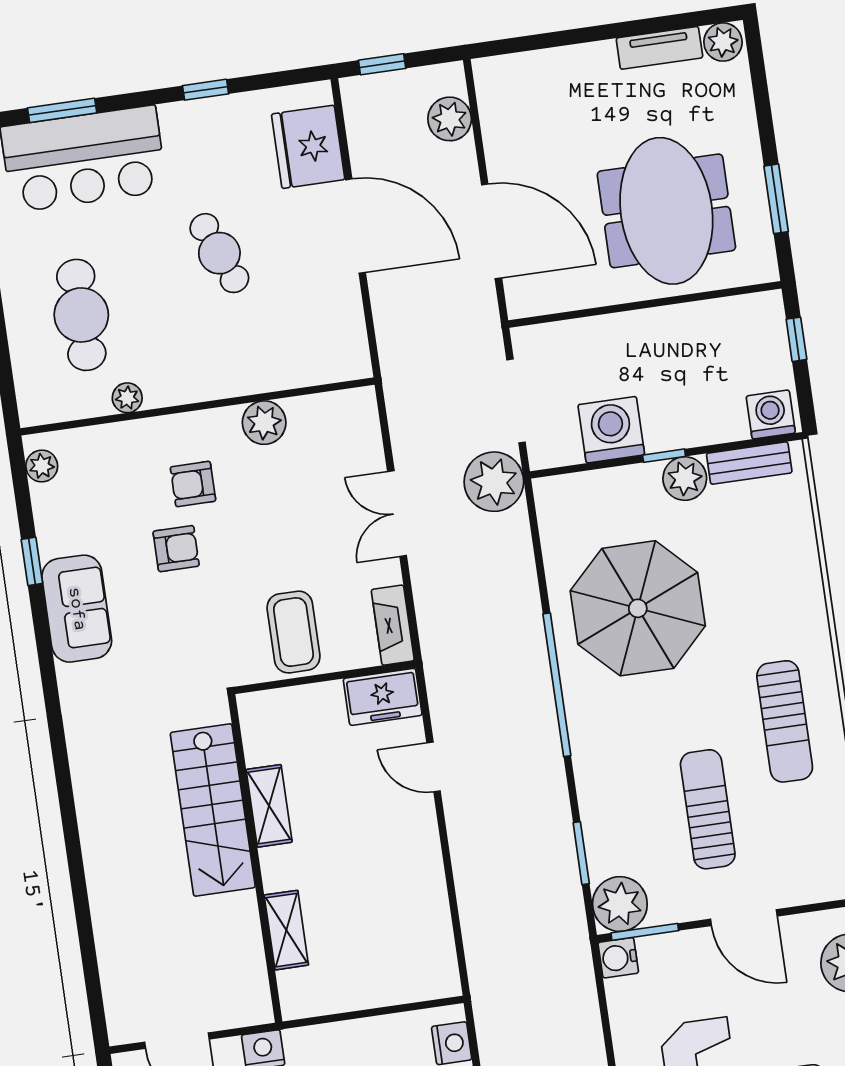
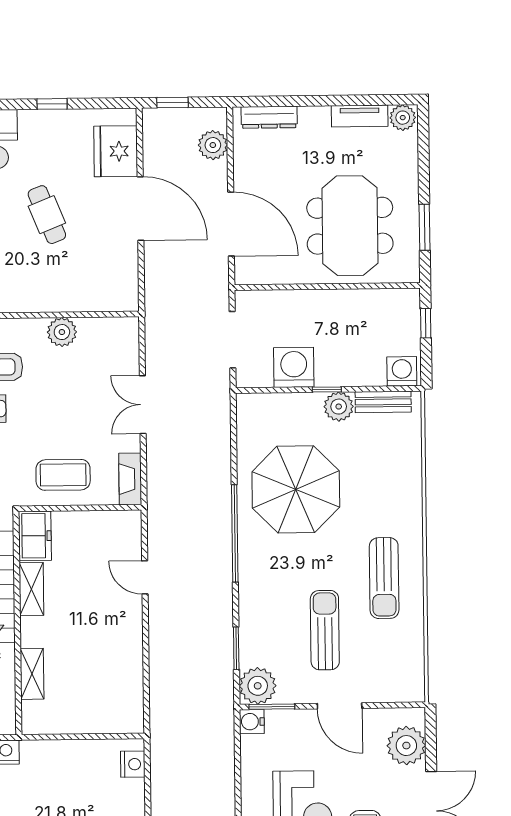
dresser: (527, 67) -> (269, 117), added
plant: (494, 482) -> (211, 392), removed
coffee table: (293, 632) -> (63, 475), turned 90
freezer: (383, 697) -> (35, 536), moved, turned -90

